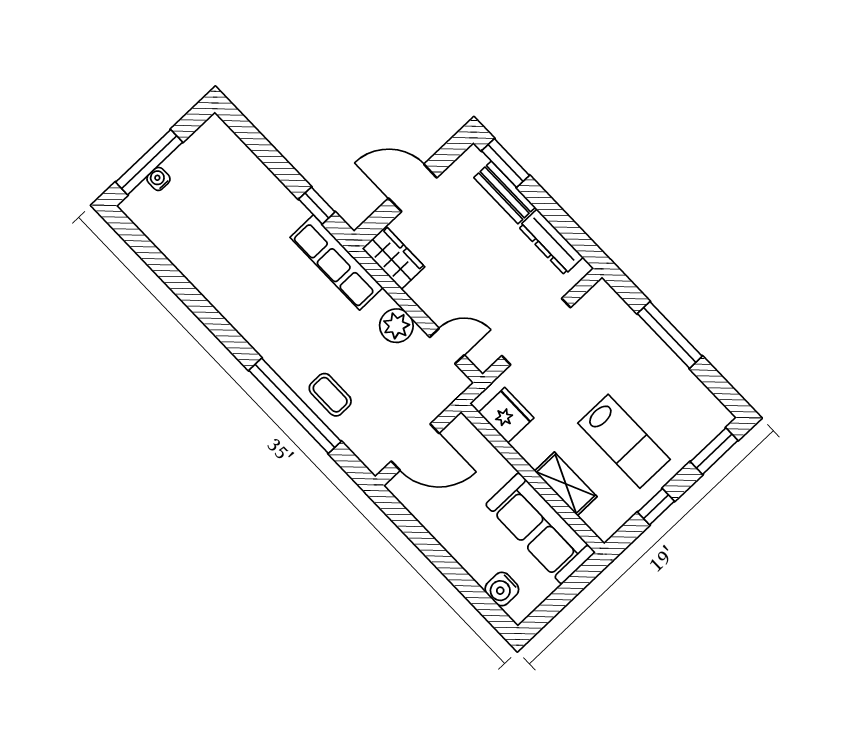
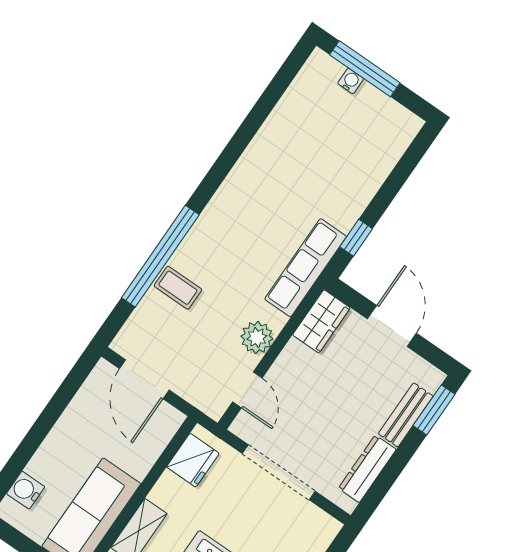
coffee table: (330, 395) -> (178, 288), turned 90

